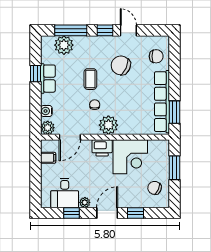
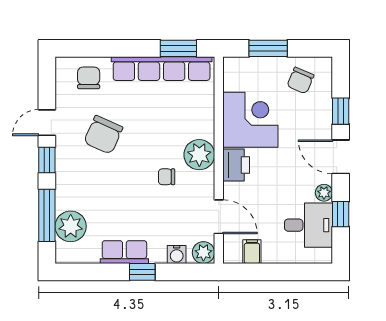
window: (36, 74) -> (142, 272), moved
coffee table: (90, 79) -> (125, 184), removed

